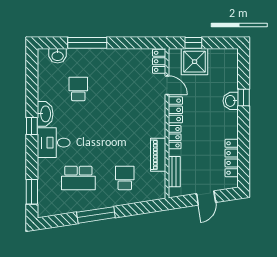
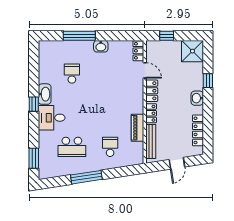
washbasin: (58, 56) -> (101, 46), moved
shower: (195, 62) -> (192, 51), moved
washbasin: (231, 101) -> (197, 98), moved
bench: (174, 172) -> (151, 142), width x1.36

